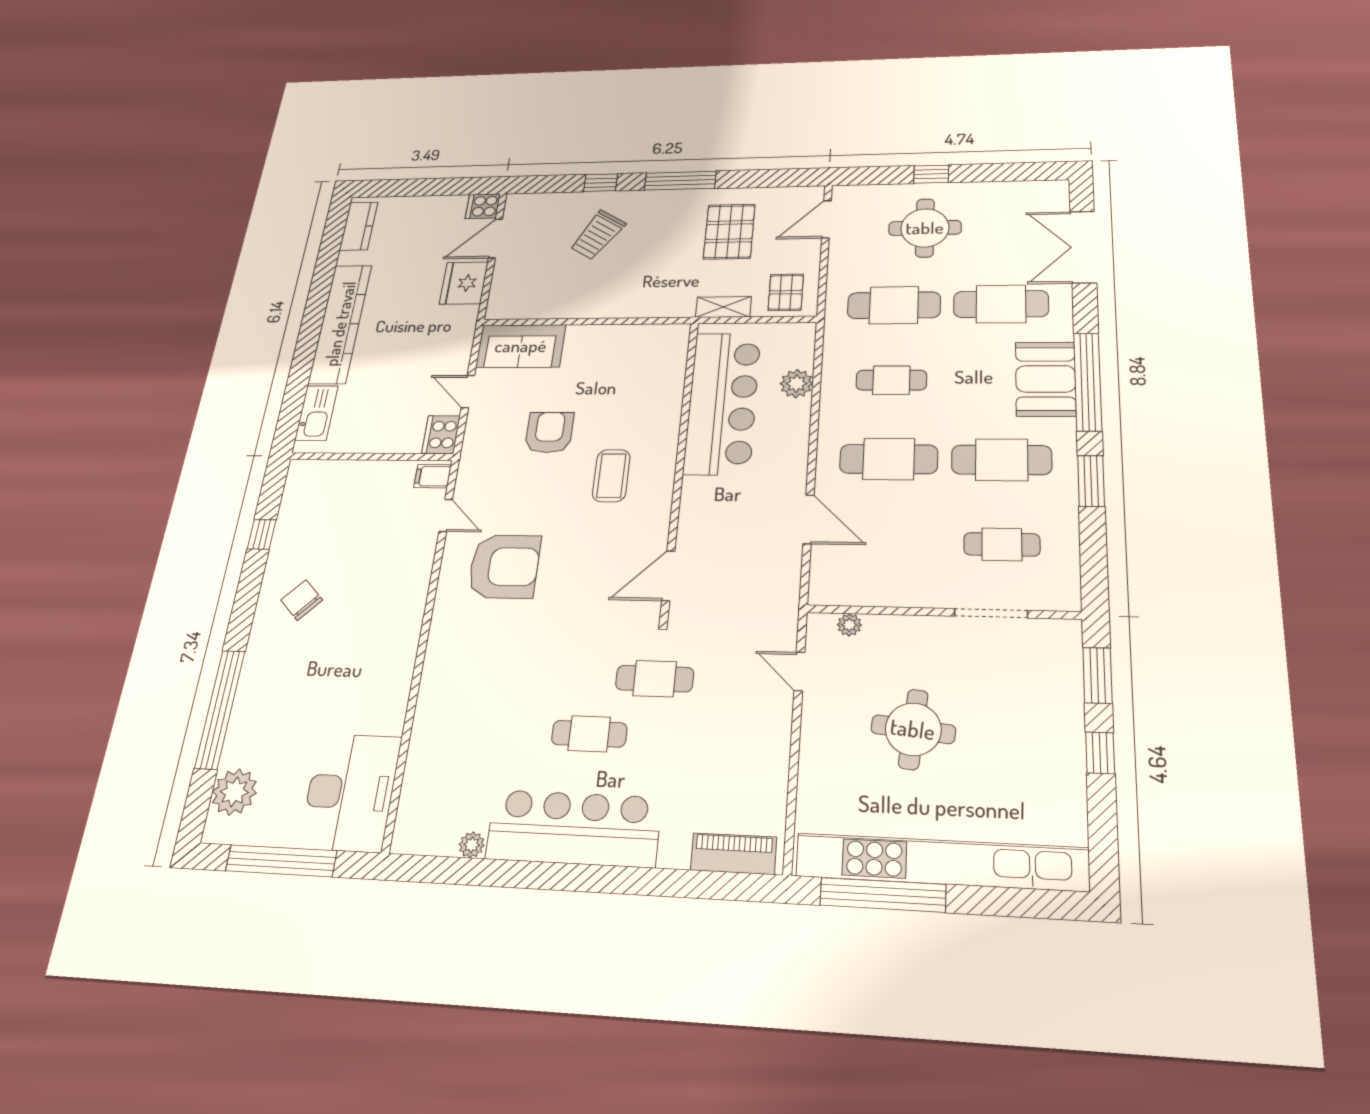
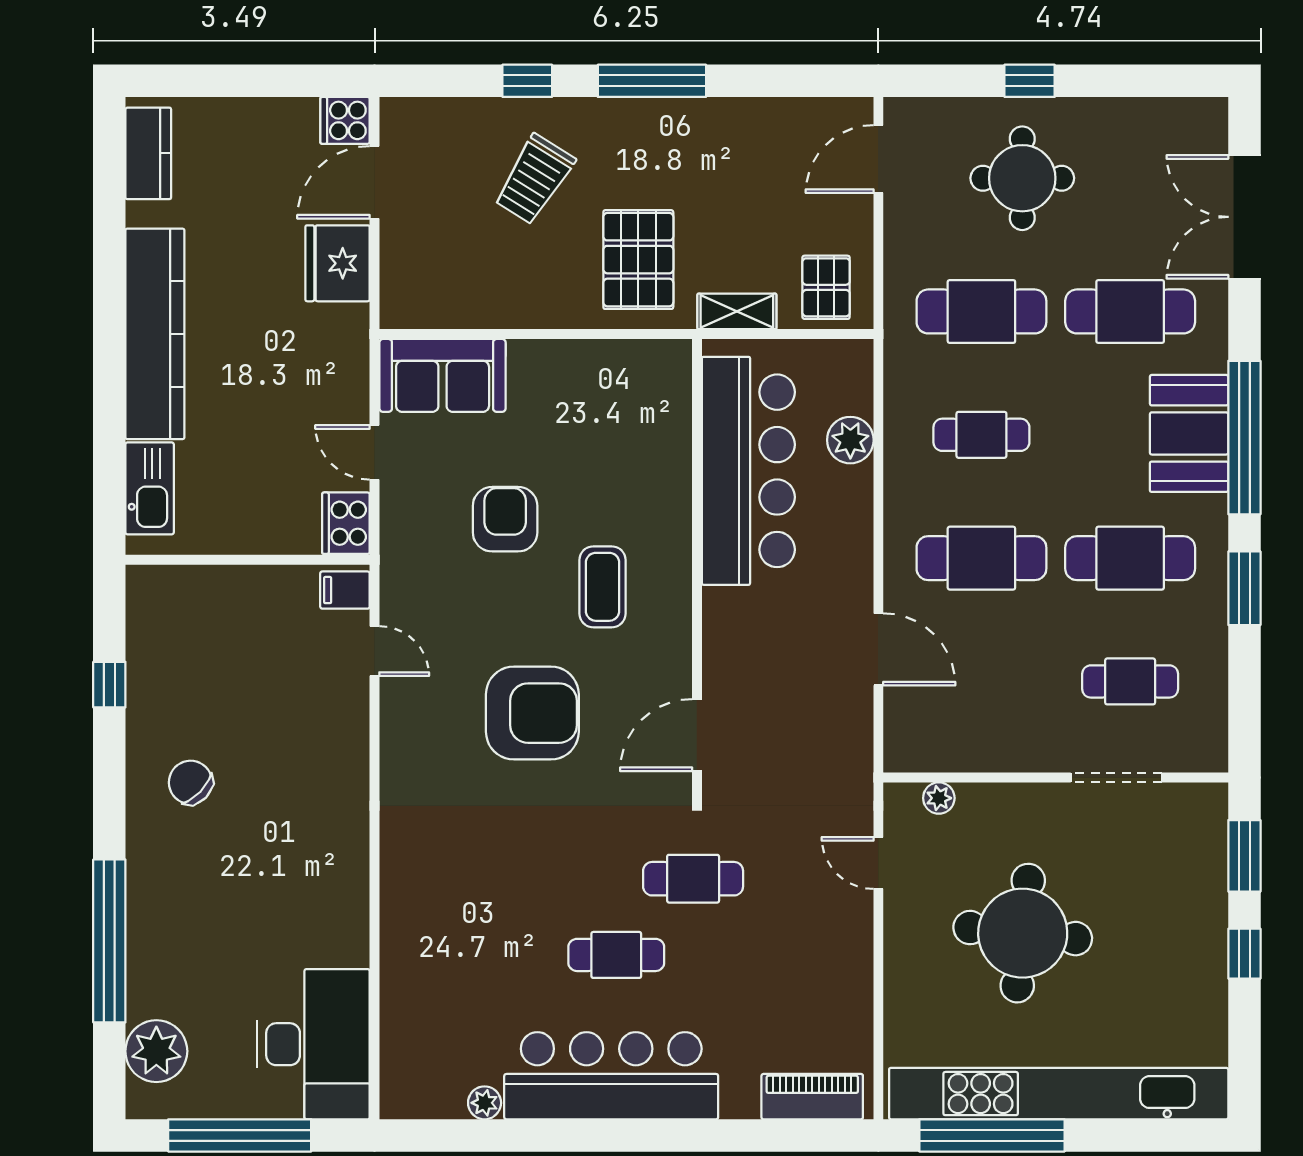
pallet: (729, 232) -> (638, 260), moved
armchair: (504, 566) -> (532, 713), moved
round table: (913, 729) -> (1023, 933), width x1.36, depth x1.36

